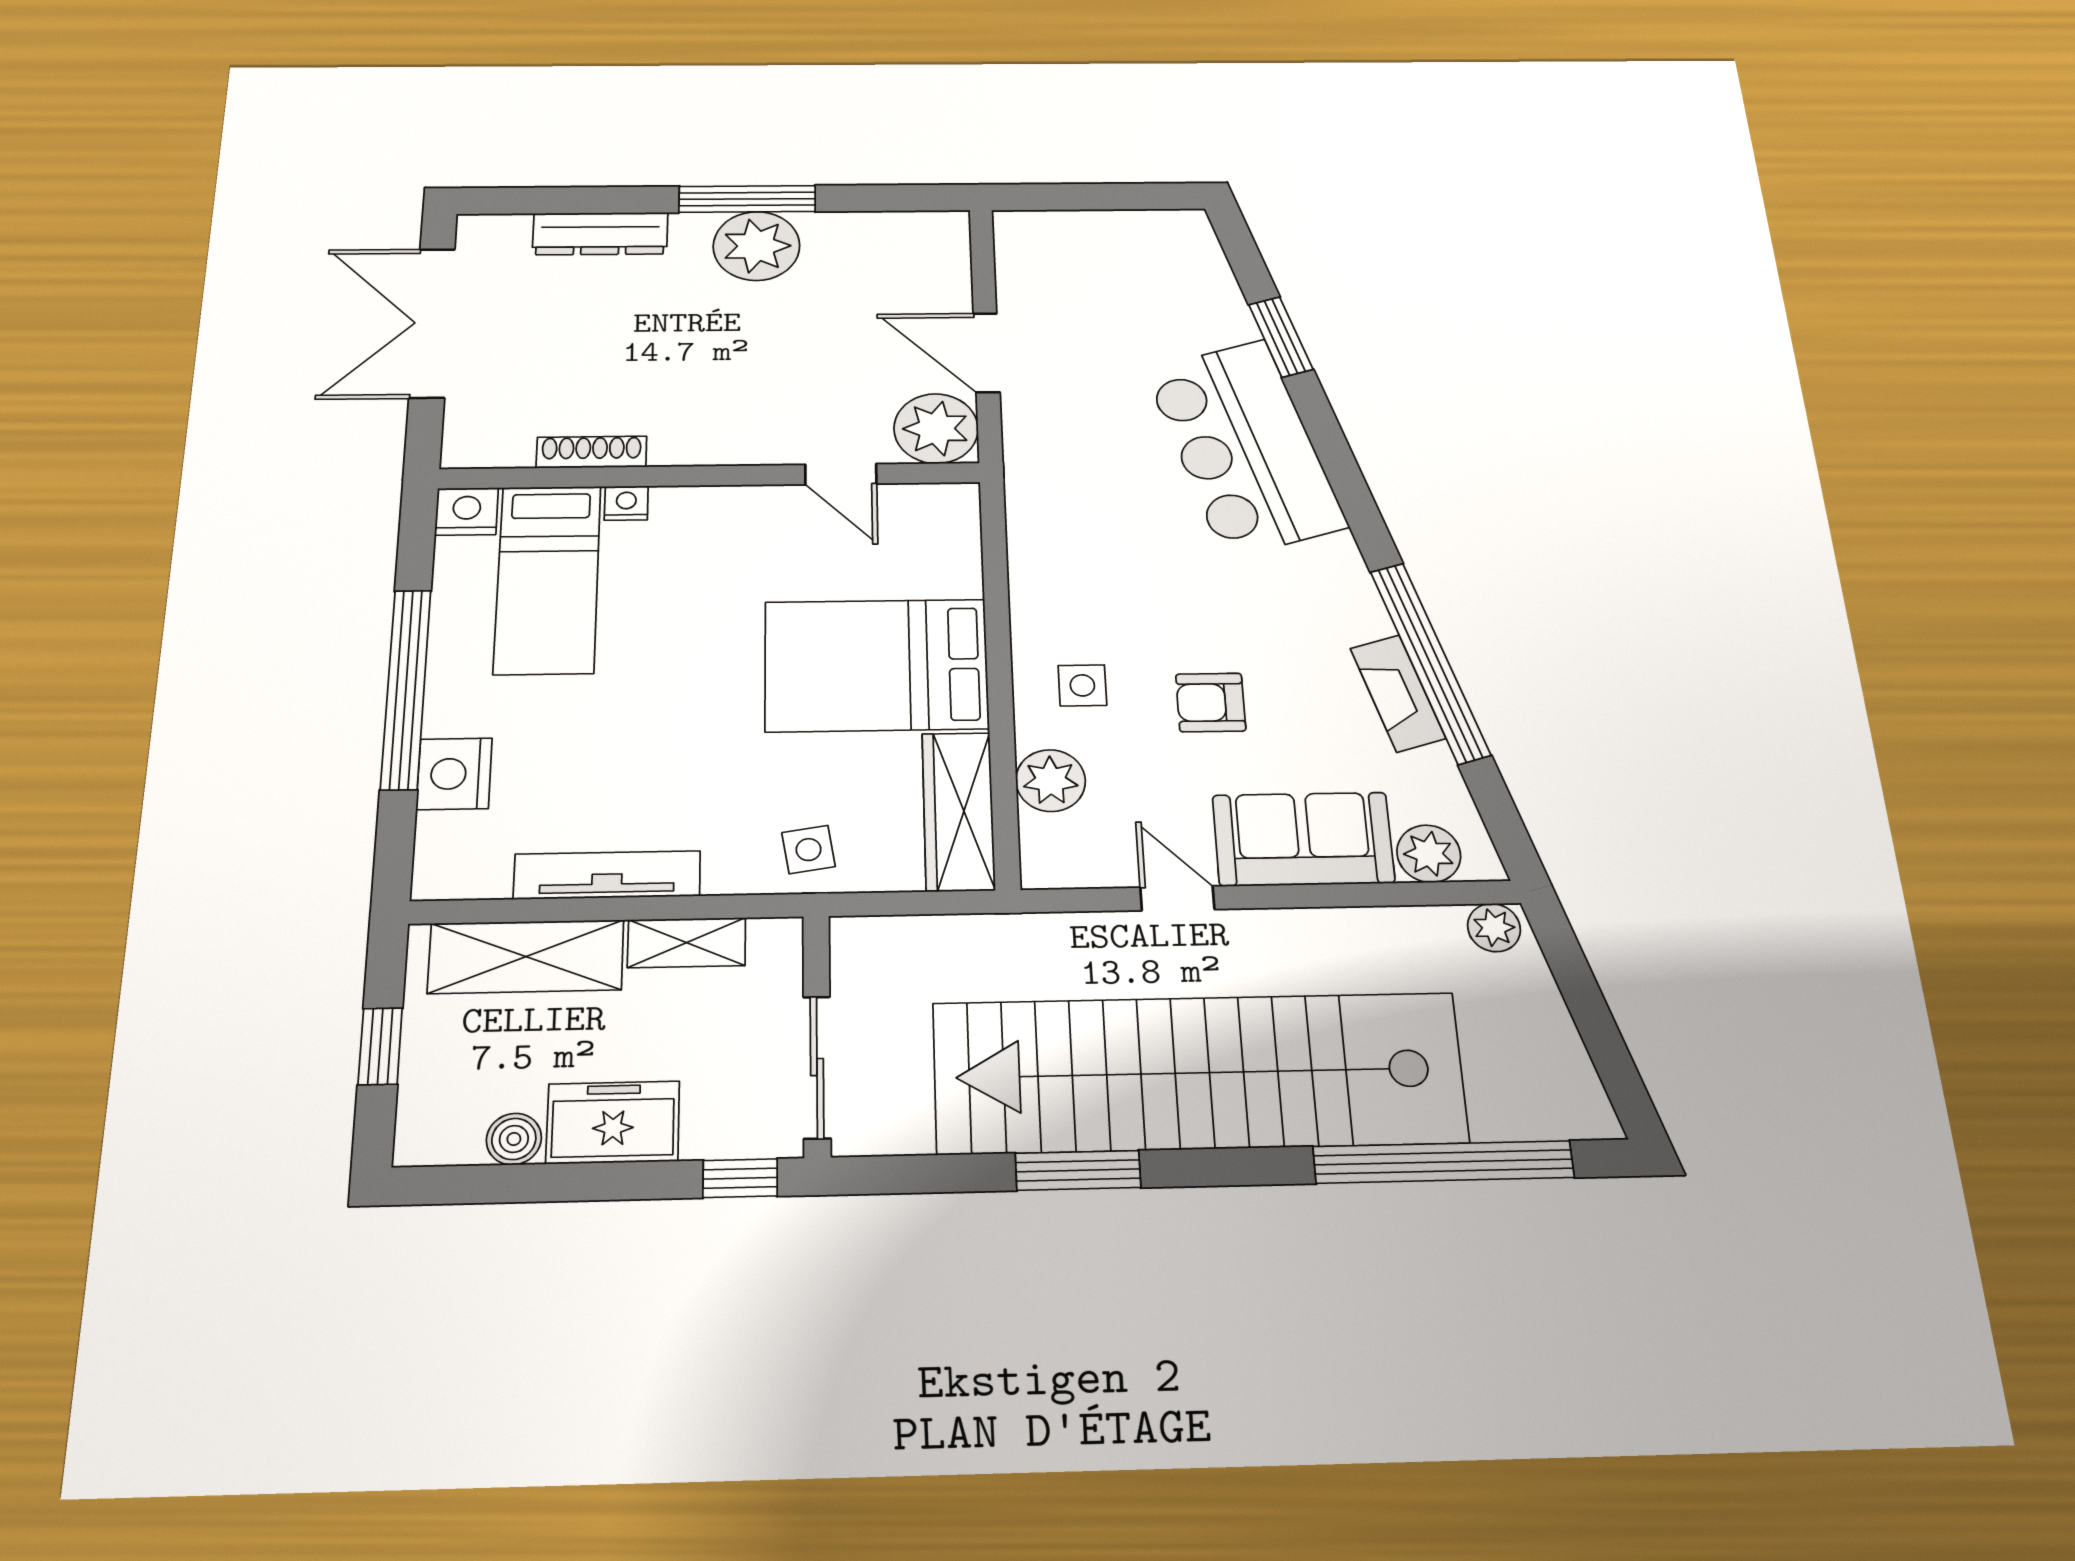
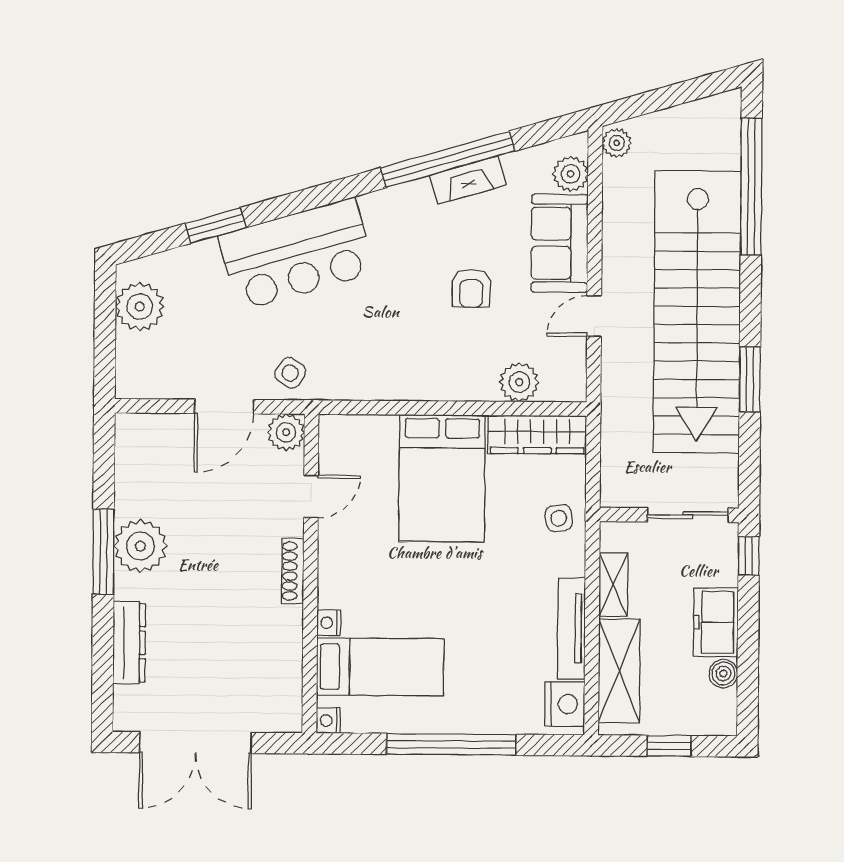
plant: (1141, 240) -> (140, 307), added
plant: (936, 429) -> (286, 432), width x0.73, depth x0.73
shoe rack: (591, 452) -> (293, 571), moved
nightstand: (467, 511) -> (328, 721), width x0.72, depth x0.74
side table: (1082, 685) -> (290, 373), moved, turned 34
nightstand: (454, 774) -> (565, 704), moved, turned -90

